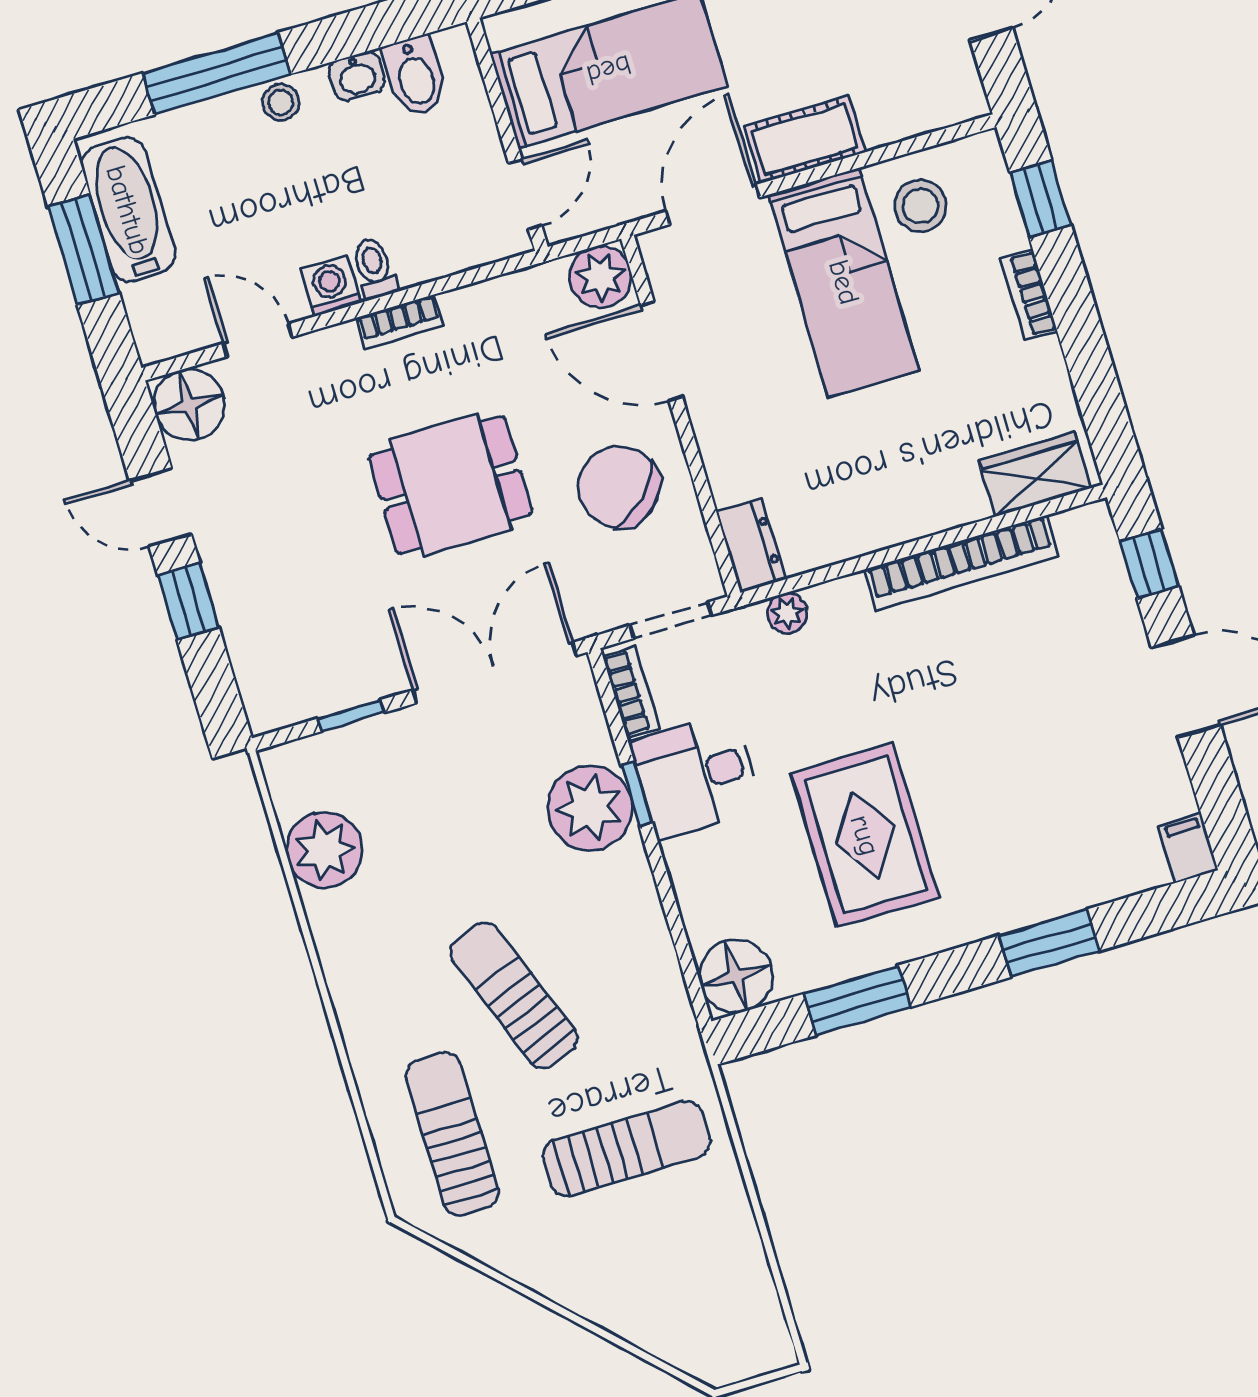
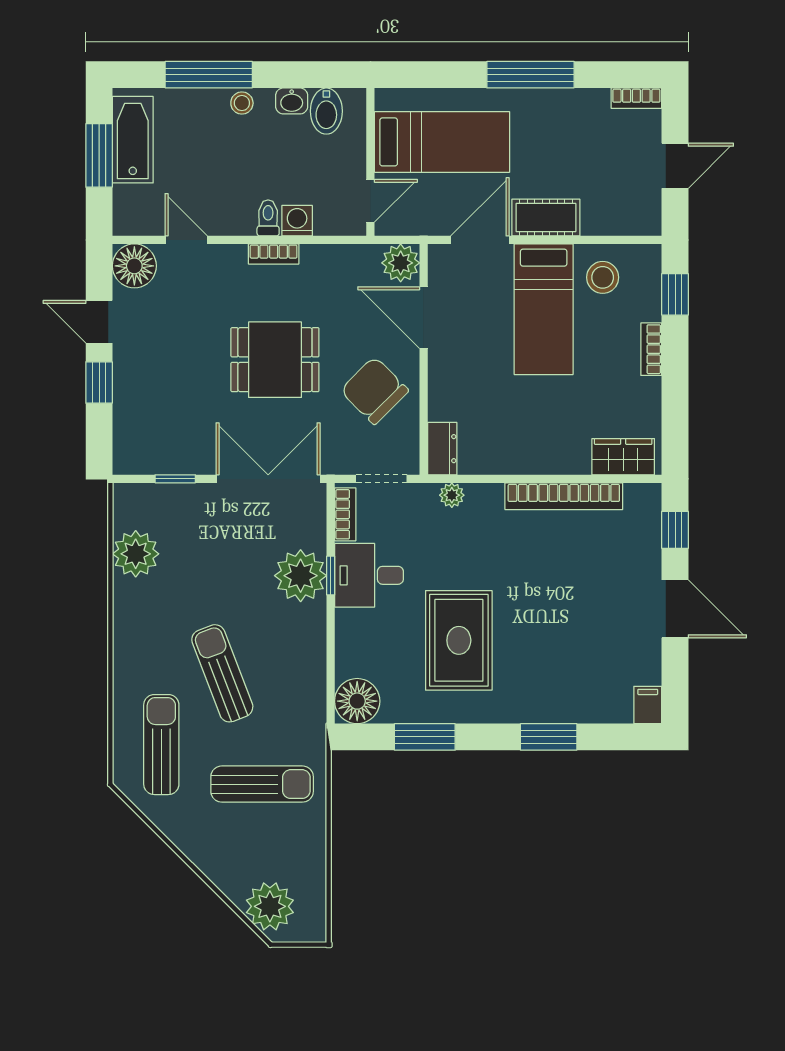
washing machine: (331, 286) -> (297, 221), moved
plant: (695, 1335) -> (270, 906), added

